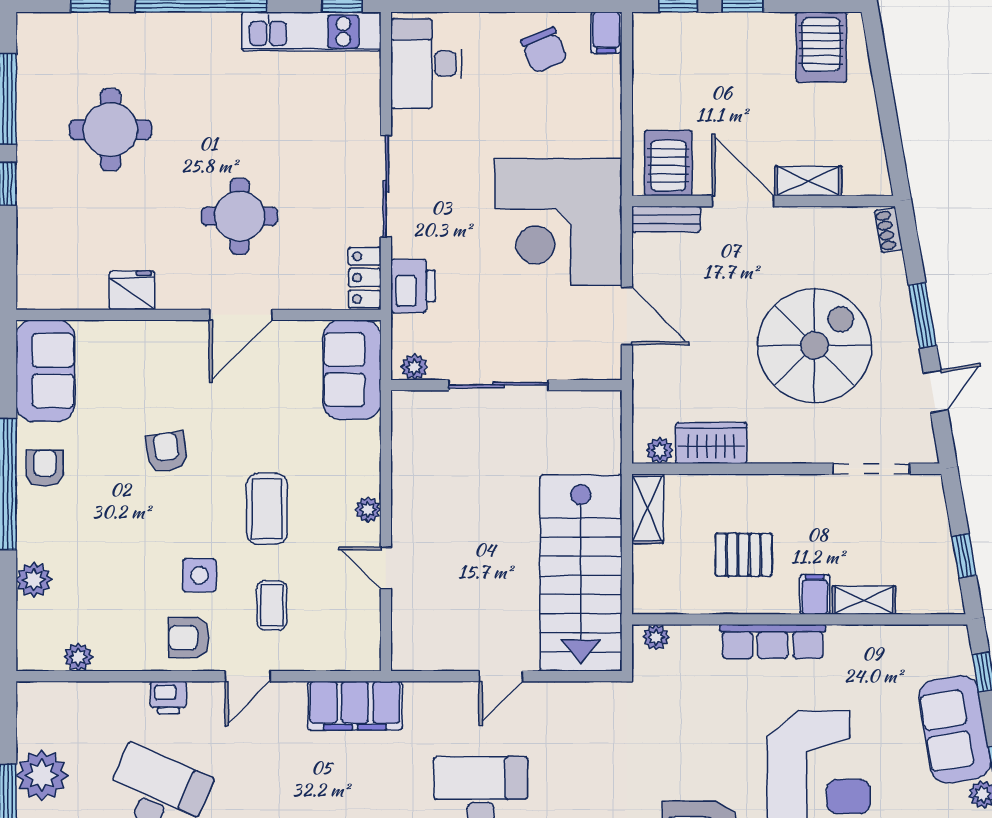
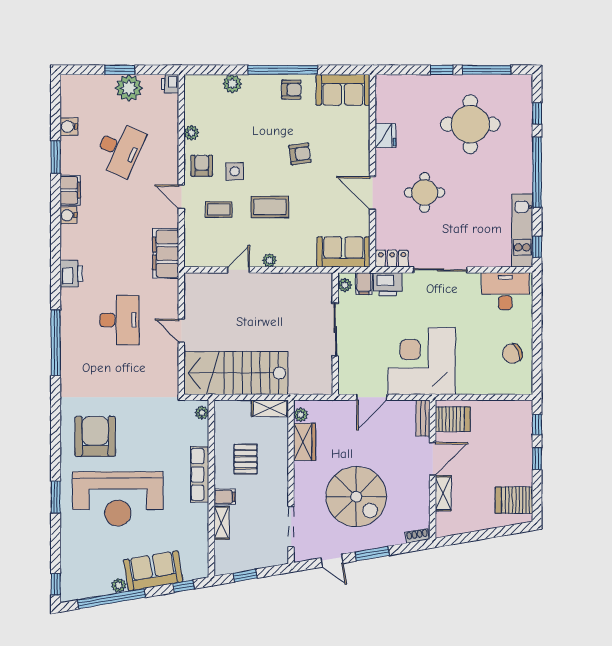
filing cabinet: (606, 33) -> (364, 283), moved, turned -90
round table: (110, 130) -> (470, 124), width x1.36, depth x1.36
plant: (78, 657) -> (191, 133), moved
printer: (168, 698) -> (170, 84), moved

